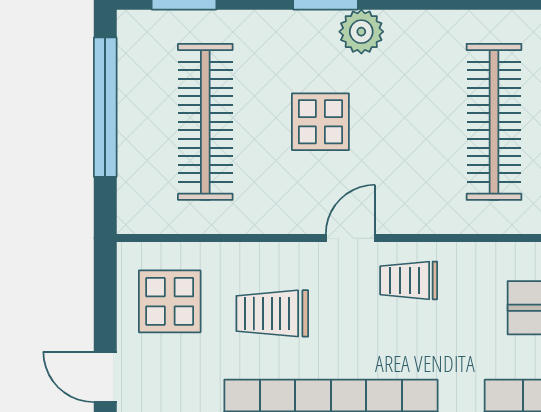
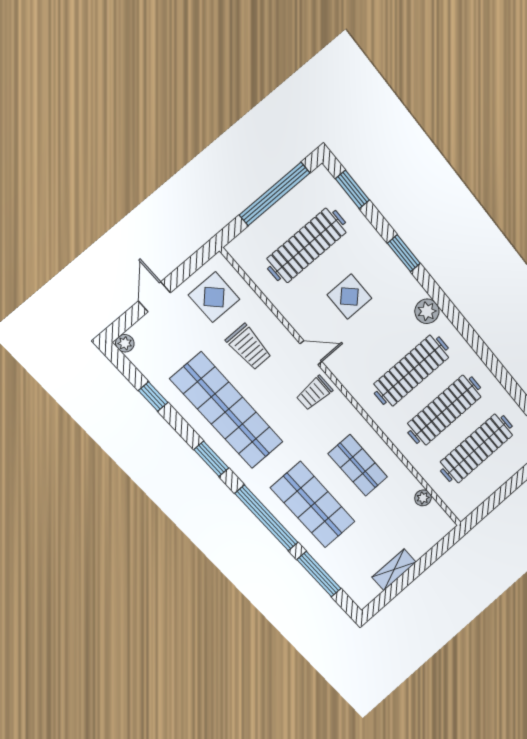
plant: (361, 32) -> (427, 311), moved
trolley: (409, 280) -> (314, 393), turned -90
trolley: (272, 313) -> (249, 347), turned 180

